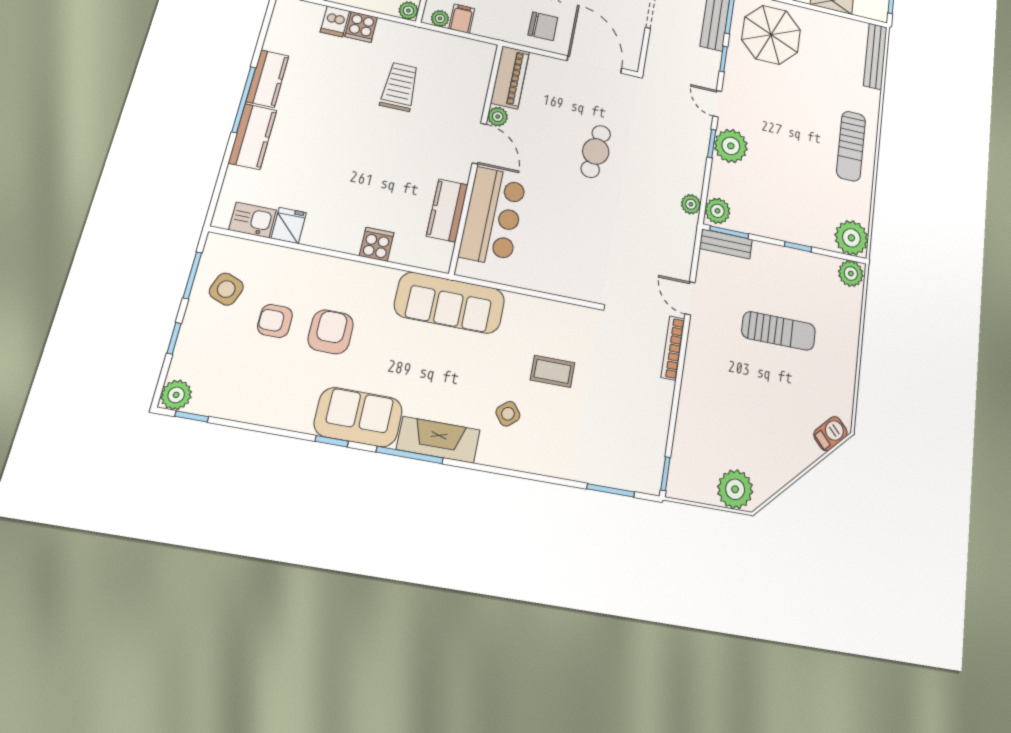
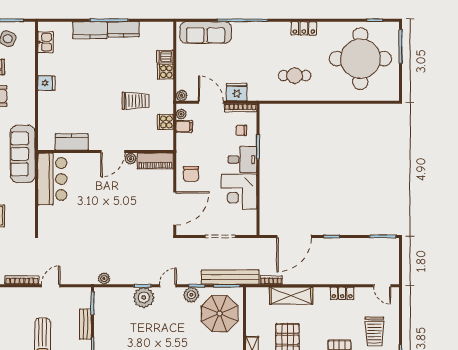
cafe table: (596, 151) -> (123, 218), removed
plant: (717, 211) -> (191, 295), moved
bar counter: (493, 216) -> (52, 179), moved, turned -90
fridge: (289, 225) -> (46, 83), moved
cooker: (377, 244) -> (165, 122), moved, turned 180
bench: (726, 244) -> (85, 324), moved

